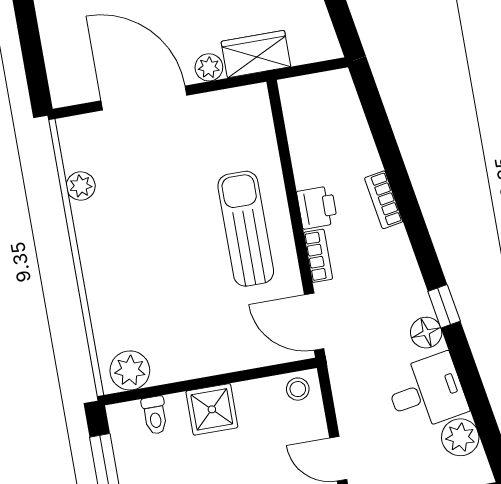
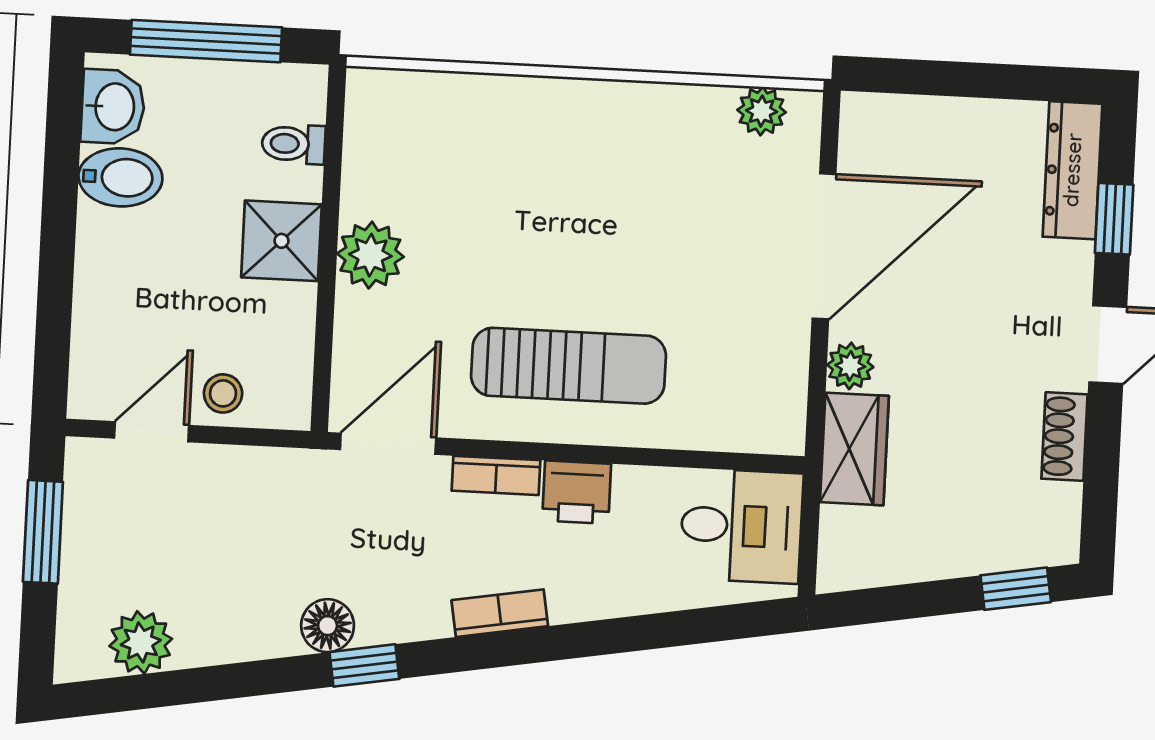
plant: (81, 186) -> (762, 111), moved
bookcase: (384, 200) -> (500, 613), moved
plant: (130, 370) -> (370, 255), moved
stool: (298, 389) -> (223, 393), moved
desk: (427, 392) -> (741, 526), moved, turned -80

